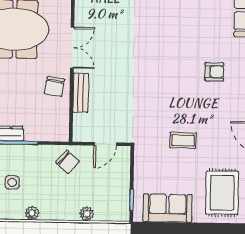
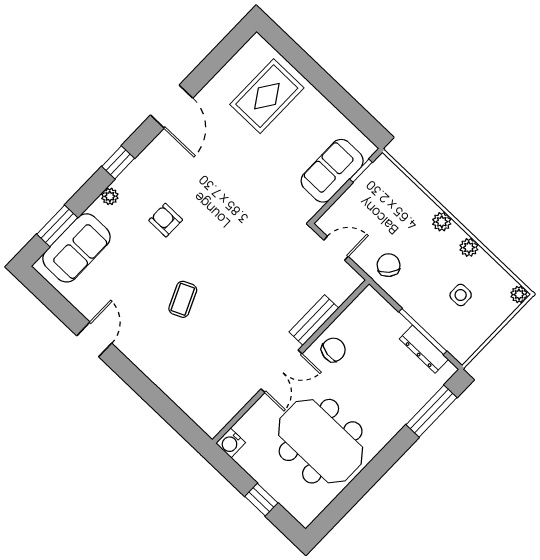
double door: (72, 48) -> (281, 371), swing flipped
coffee table: (183, 140) -> (183, 299), moved, turned 65
sofa: (168, 208) -> (332, 171), moved, turned 90
plant: (87, 214) -> (442, 222), moved

